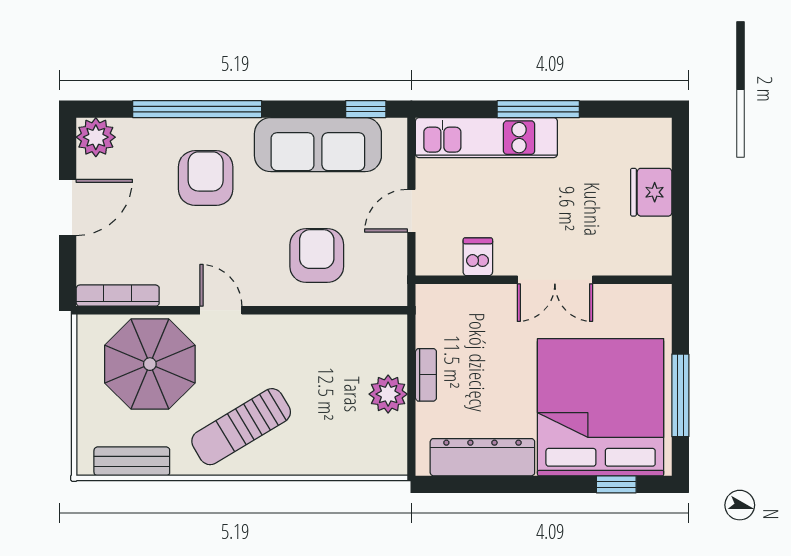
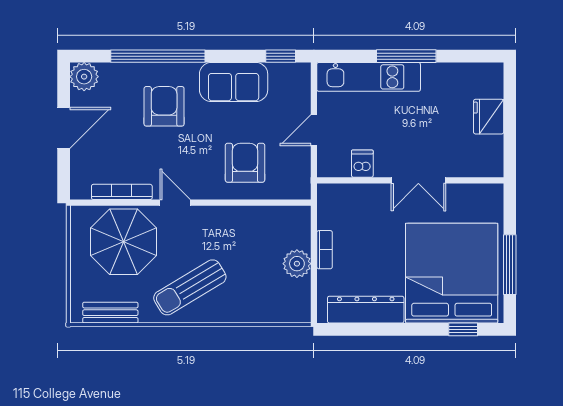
sofa: (318, 145) -> (234, 82), width x0.73
bookcase: (118, 296) -> (122, 192), moved

